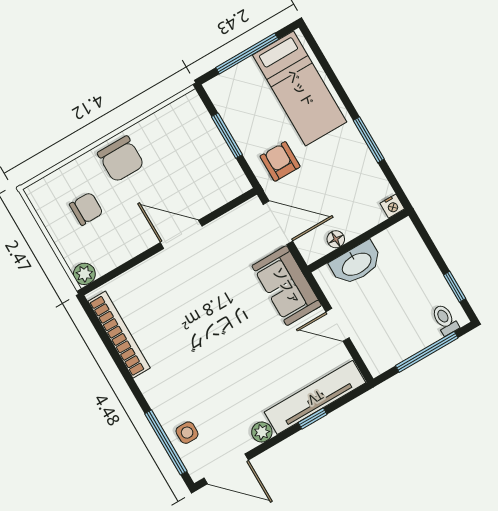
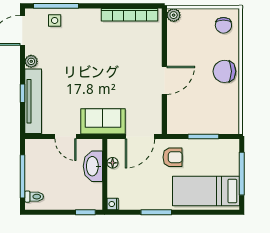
chair: (86, 209) -> (223, 25), moved
window: (455, 287) -> (85, 212), moved
door: (337, 325) -> (65, 137), swing flipped

